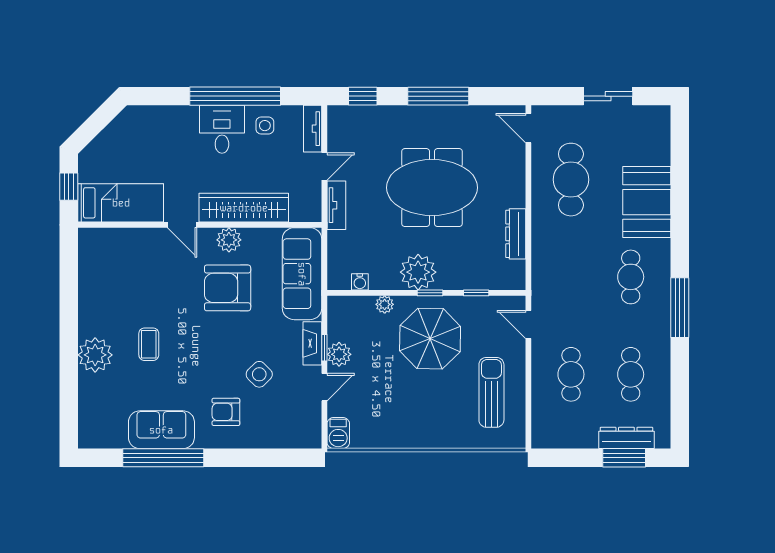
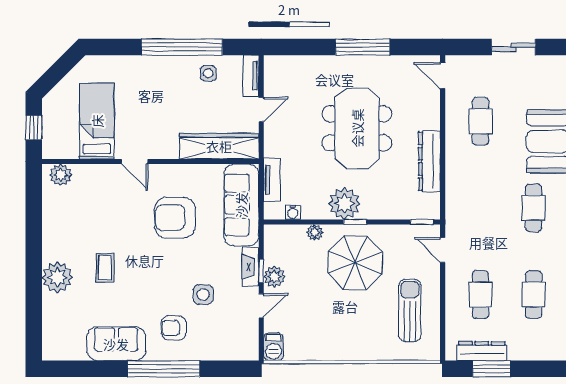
window: (363, 96) -> (295, 47), removed
desk: (222, 129) -> (170, 76), removed
cafe table: (571, 180) -> (481, 121), width x0.73, depth x0.74
meeting table: (432, 188) -> (357, 128), turned 90
bed: (121, 203) -> (97, 121), moved, turned -90
tv unit: (336, 205) -> (272, 180), moved
wardrobe: (244, 208) -> (219, 146), moved
dresser: (516, 234) -> (429, 161), width x1.37, depth x1.24
plant: (229, 240) -> (61, 175), moved
window: (476, 293) -> (422, 222), moved
side table: (259, 374) -> (203, 294), turned 45
dresser: (626, 438) -> (482, 351), moved
window: (163, 458) -> (164, 369), moved
window: (624, 458) -> (492, 369), moved

